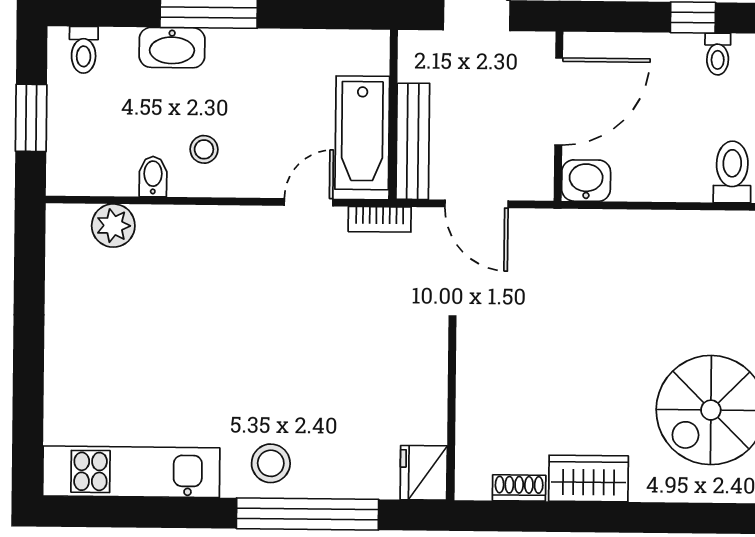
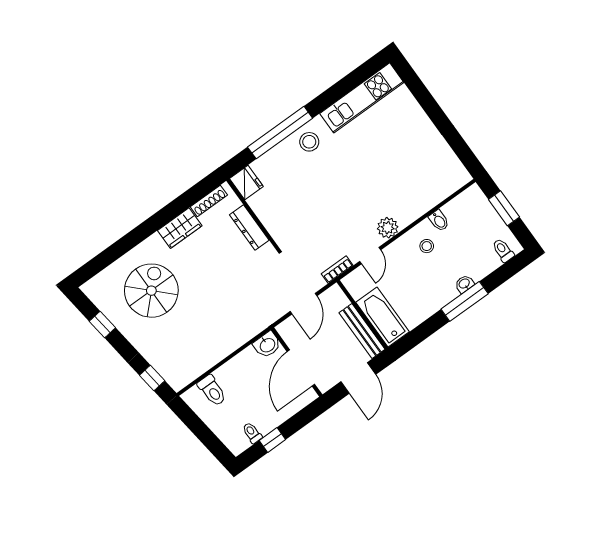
washbasin: (172, 48) -> (464, 284), width x0.52, depth x0.69
bathtub: (362, 133) -> (383, 317), moved
bench: (413, 141) -> (362, 331), moved
door: (477, 204) -> (304, 304), swing flipped
plant: (113, 226) -> (388, 228), moved
dresser: (473, 395) -> (249, 227), added
shoe rack: (519, 488) -> (209, 201), width x1.43

